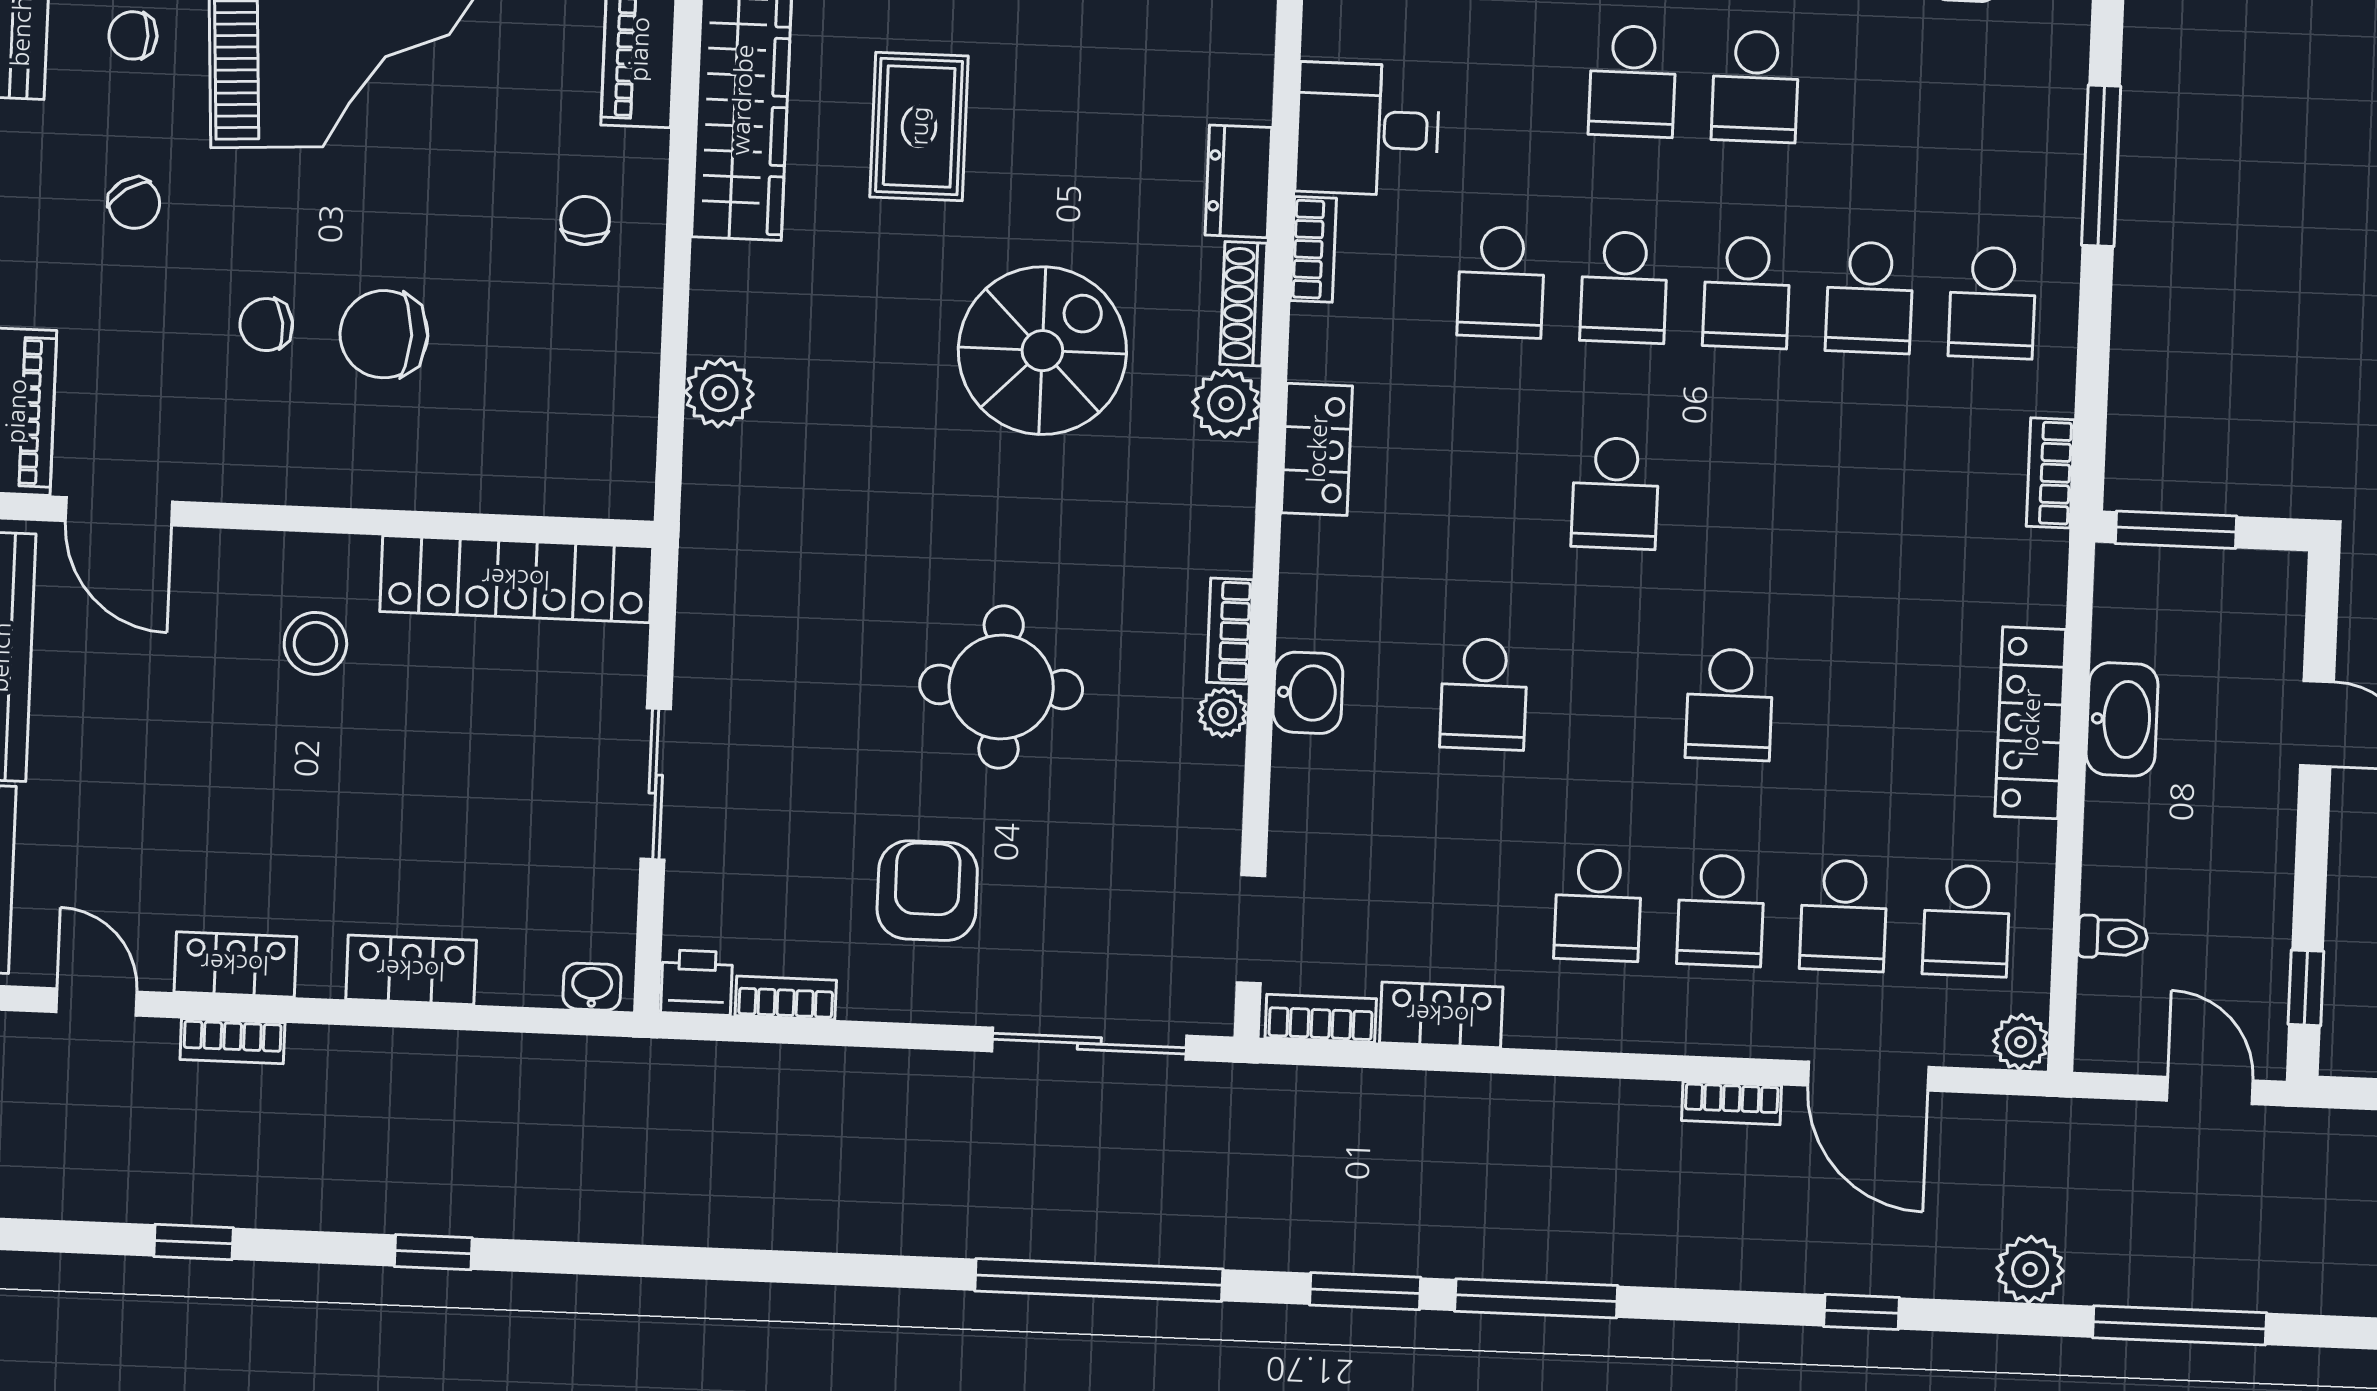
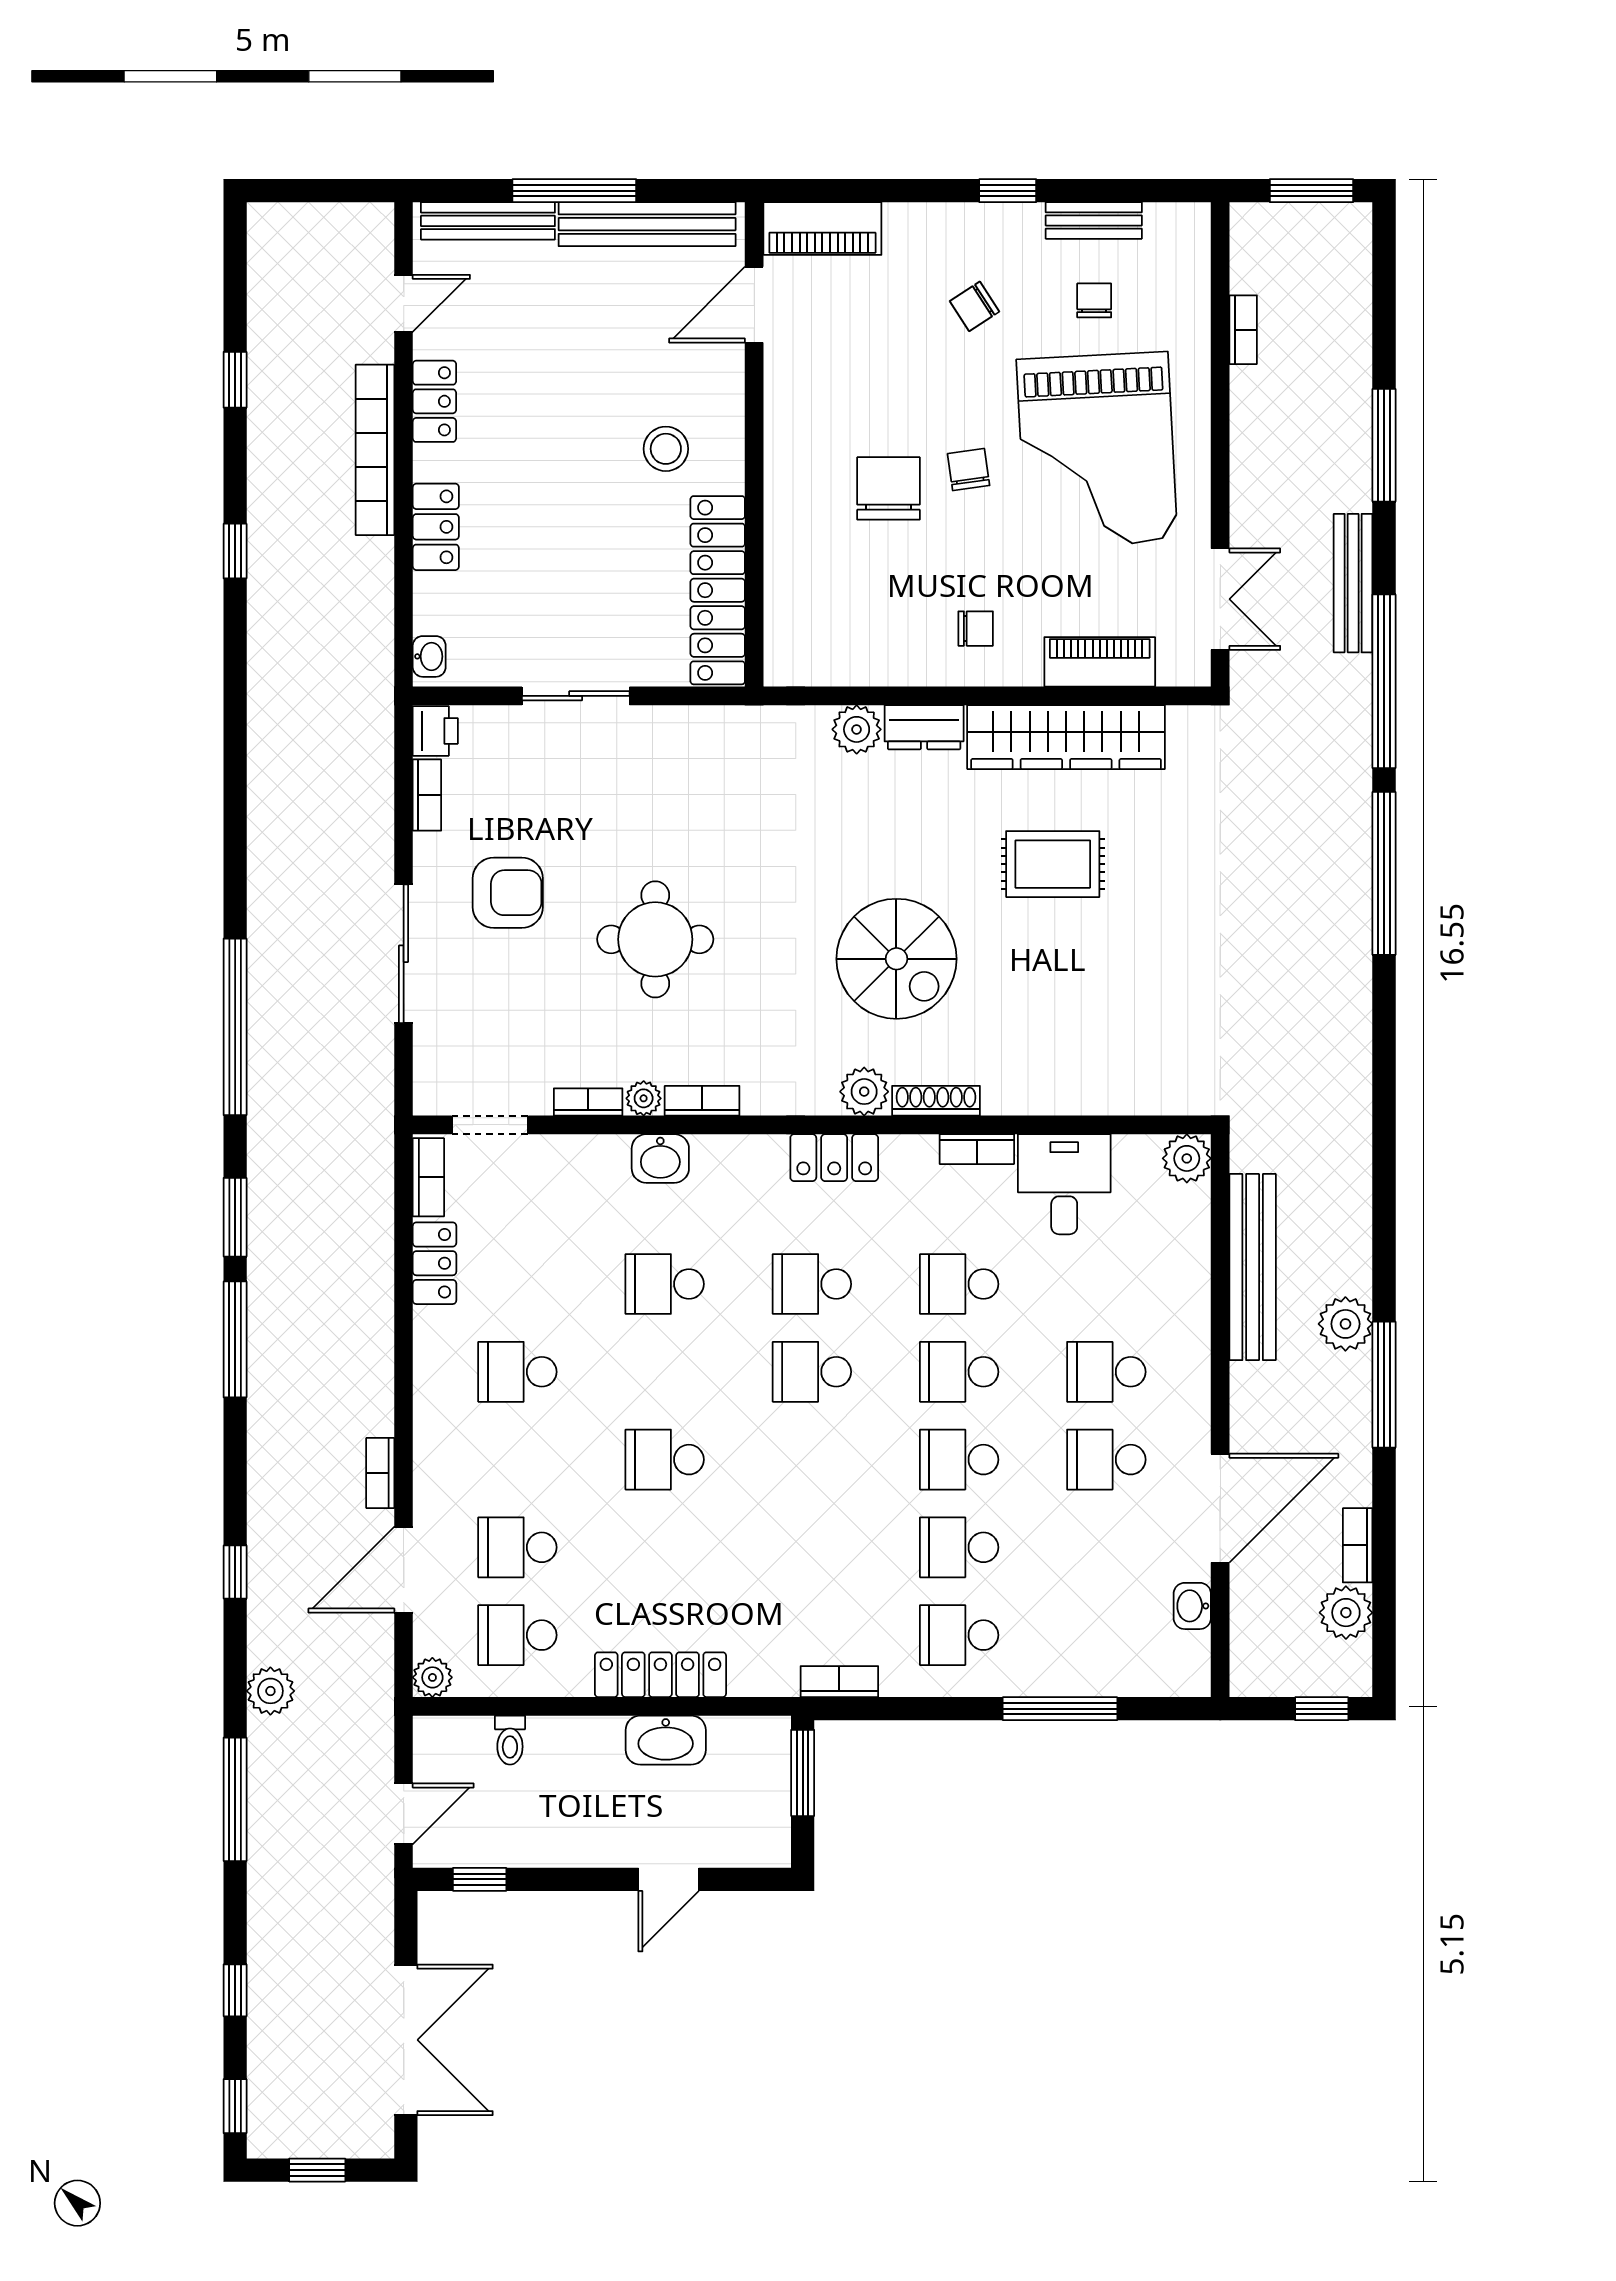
dresser: (1238, 181) -> (924, 727), moved, turned 180
chair: (266, 325) -> (969, 470), moved
bookcase: (1225, 790) -> (588, 1102), added
school desk: (1721, 910) -> (812, 1284), moved
bookcase: (232, 1041) -> (375, 450), width x2.31, depth x1.31
sliding door: (1089, 1044) -> (404, 954), moved

